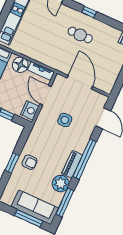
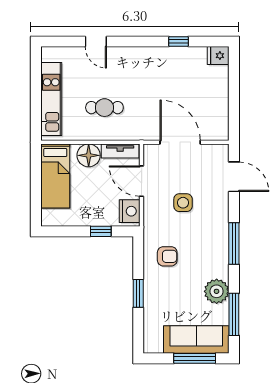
window: (89, 12) -> (178, 42), moved
cafe table: (80, 35) -> (104, 108), moved
window: (85, 159) -> (234, 244), width x0.68
armchair: (29, 162) -> (167, 256), moved
piano: (72, 164) -> (220, 258), removed

